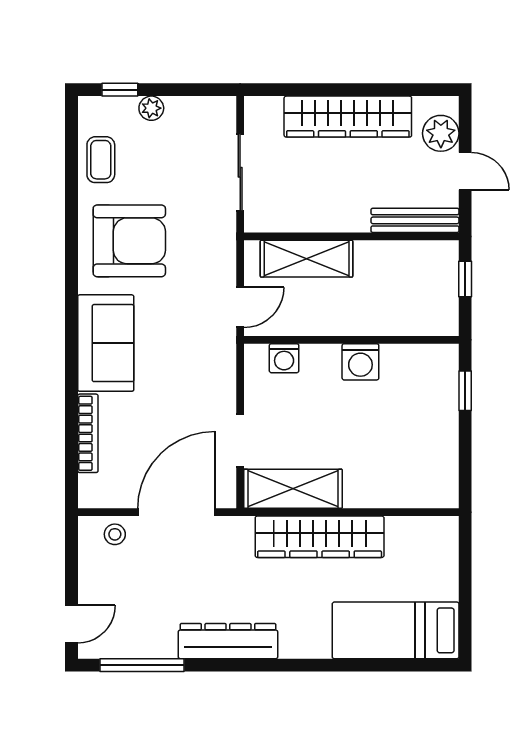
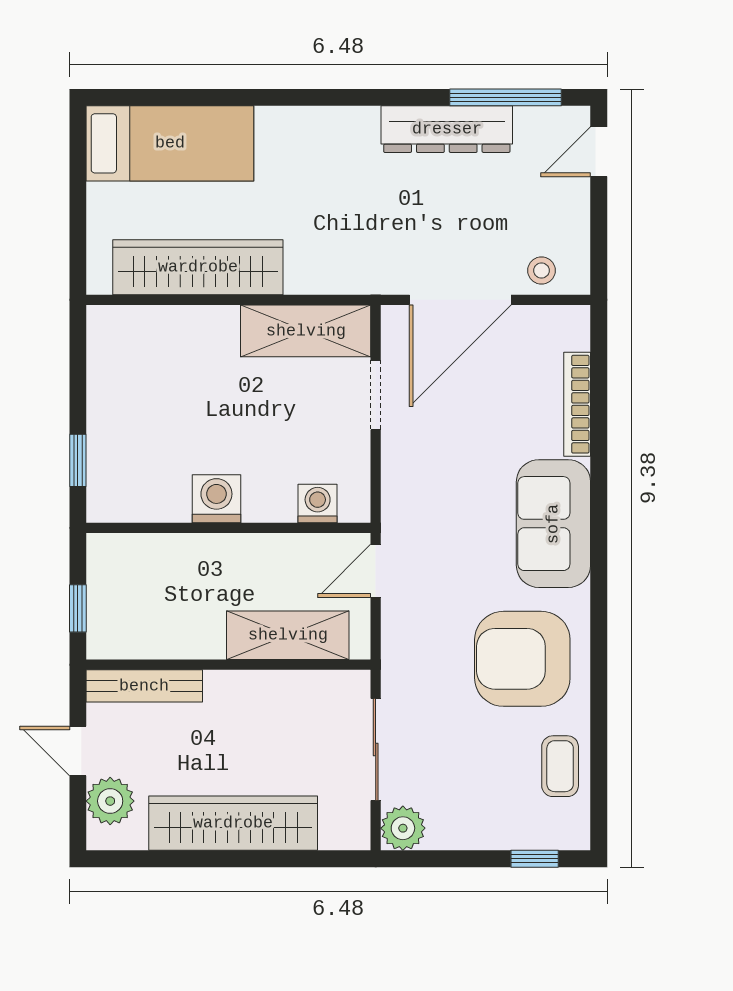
plant: (151, 108) -> (403, 828), moved, width x1.38, depth x1.38
wardrobe: (320, 537) -> (198, 267), moved
dresser: (228, 641) -> (447, 129), moved

